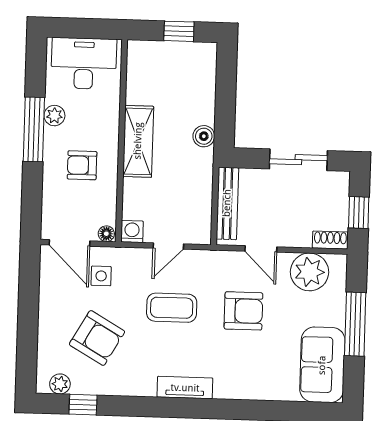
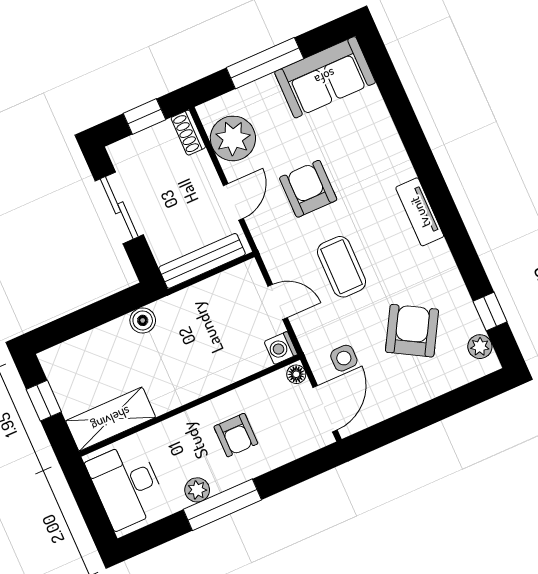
shelving: (138, 141) -> (111, 419), moved

